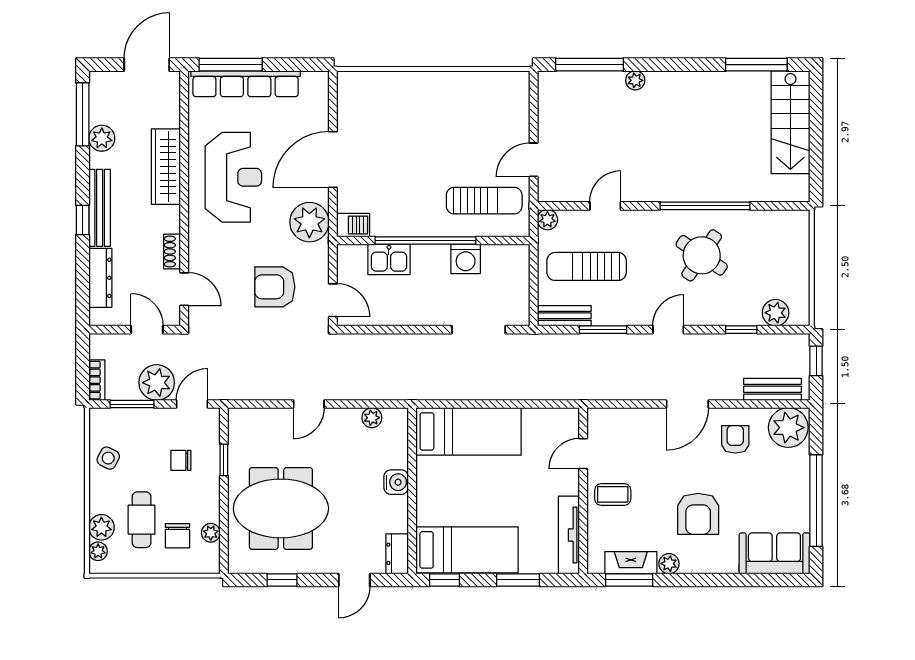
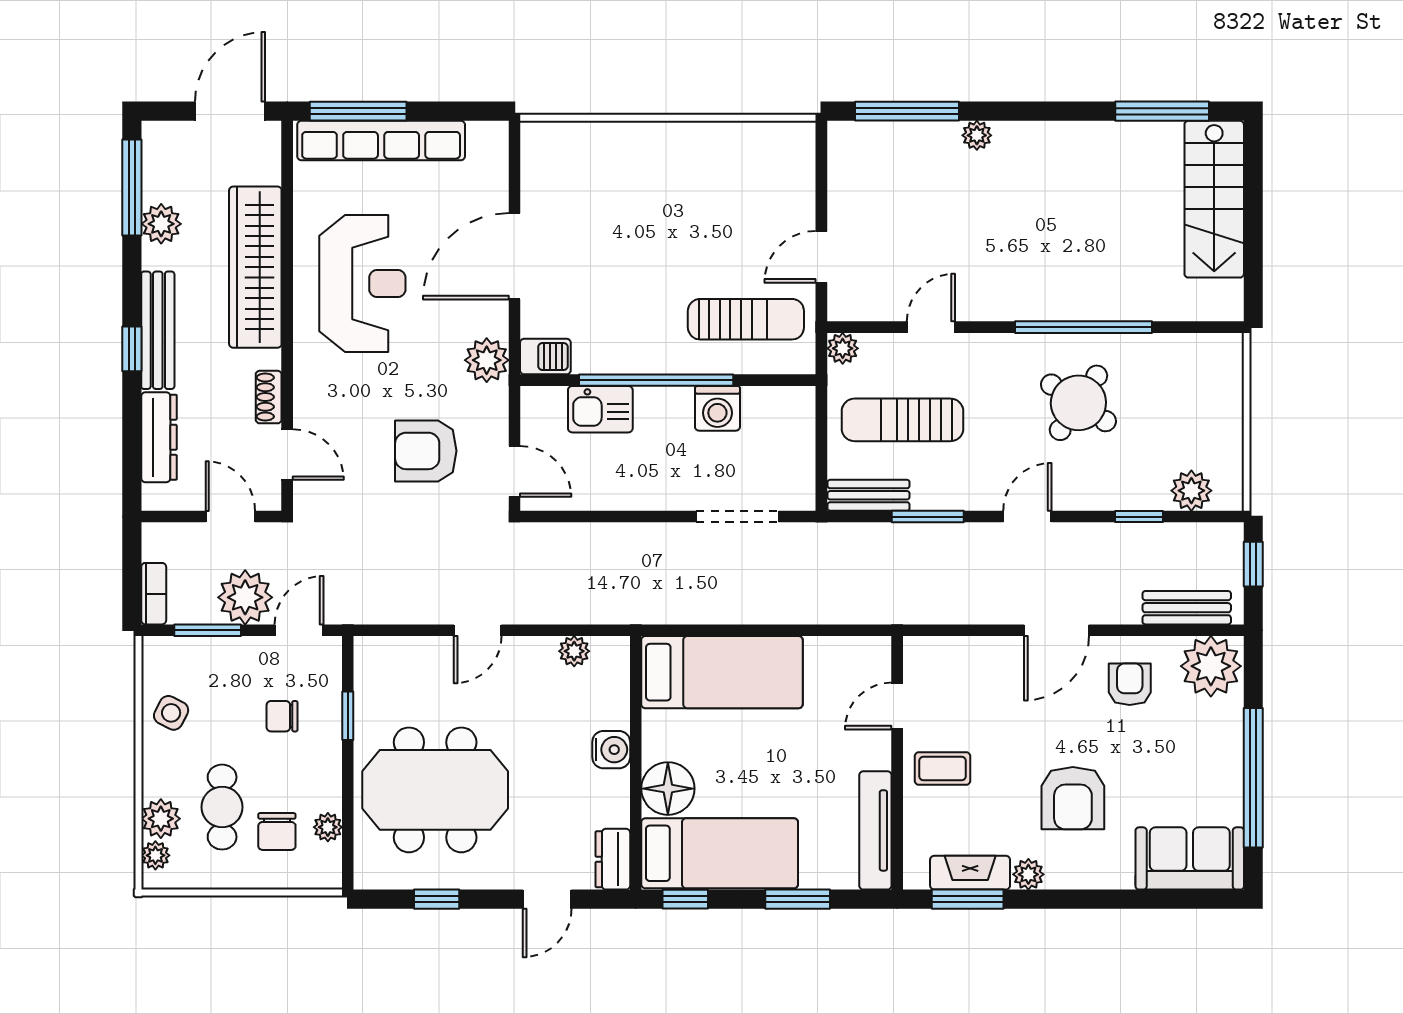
wardrobe: (166, 167) -> (255, 267), width x1.40, depth x1.17
plant: (309, 222) -> (487, 360), width x0.73, depth x0.73
floor lamp: (433, 508) -> (668, 789), added

